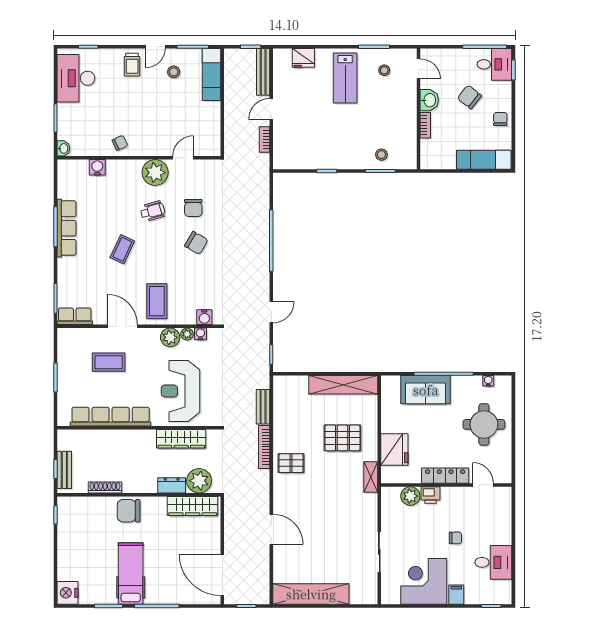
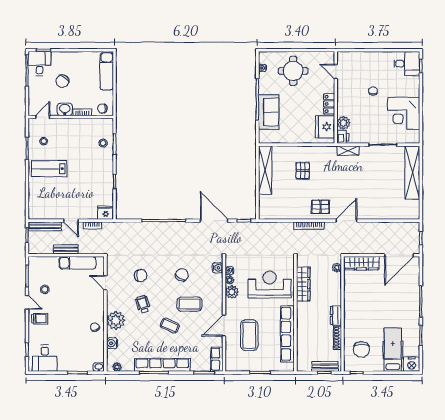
fridge: (303, 58) -> (106, 213), moved, turned -90
exam couch: (212, 74) -> (77, 263), moved
desk: (76, 78) -> (45, 358), width x0.73
lab bench: (345, 78) -> (49, 169), turned 180
chair: (500, 119) -> (102, 109), moved
plant: (155, 173) -> (116, 320), moved
plant: (64, 174) -> (117, 367), added
row of seats: (66, 228) -> (162, 365), width x1.36
chair: (196, 243) -> (182, 275), moved
coffee table: (157, 301) -> (189, 304), moved
door: (271, 312) -> (214, 221), width x1.87
coffee table: (109, 362) -> (249, 335), width x1.36, depth x1.32
reception desk: (181, 391) -> (270, 285), turned 180
bench: (263, 407) -> (66, 249), moved
pallet: (342, 438) -> (303, 171), width x0.67, depth x0.71
fridge: (394, 449) -> (325, 127), moved, turned -90
pallet: (291, 463) -> (320, 207), turned 90
locker: (445, 476) -> (329, 104), width x0.66
shelving: (371, 477) -> (348, 151), moved
plant: (199, 481) -> (337, 268), width x0.53, depth x0.53
dresser: (172, 485) -> (336, 315), moved
door: (483, 485) -> (336, 72), hinge flipped
printer: (430, 495) -> (343, 137), moved
wardrobe: (193, 506) -> (361, 263), moved, turned 90
chair: (129, 511) -> (361, 349), moved
door: (271, 529) -> (346, 221), moved
desk: (493, 562) -> (407, 64), moved, turned 90
hospital bed: (131, 573) -> (393, 350), moved, turned 90
shelving: (311, 594) -> (412, 172), moved
filing cabinet: (456, 595) -> (413, 90), removed

